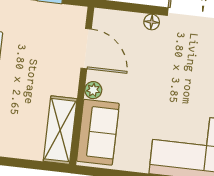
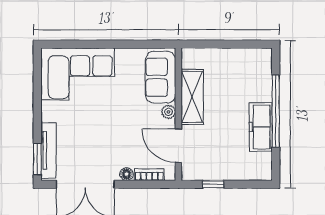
bookcase: (125, 18) -> (149, 175), added
shelving: (60, 130) -> (192, 97), moved

